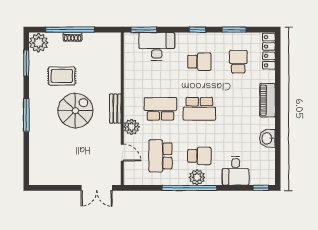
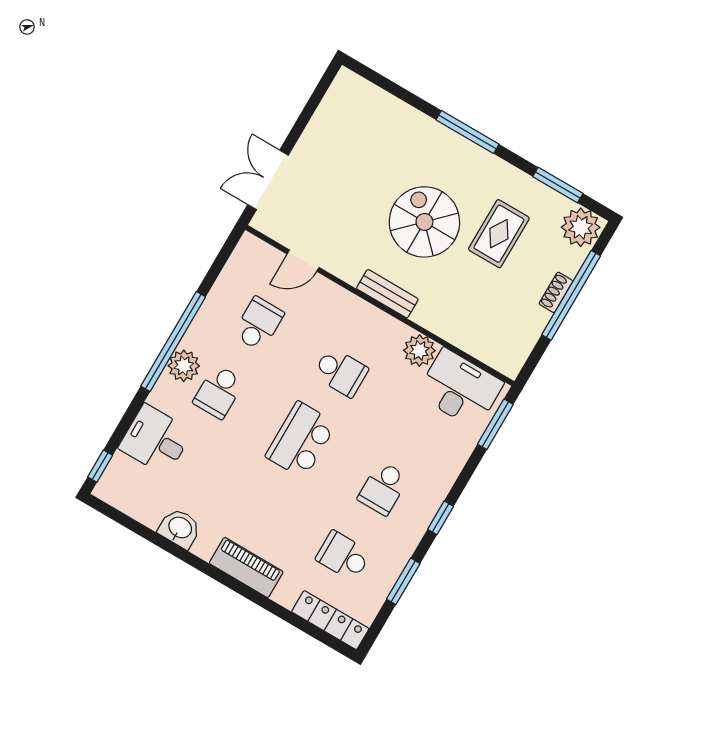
desk: (157, 46) -> (460, 389), moved, turned -90
school desk: (238, 62) -> (343, 556), turned 180
school desk: (160, 109) -> (341, 372), width x0.54
spiral stairs: (75, 111) -> (424, 222), turned 180
plant: (132, 127) -> (419, 351), moved
school desk: (160, 156) -> (258, 324), width x0.54

